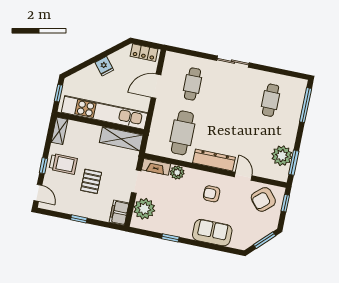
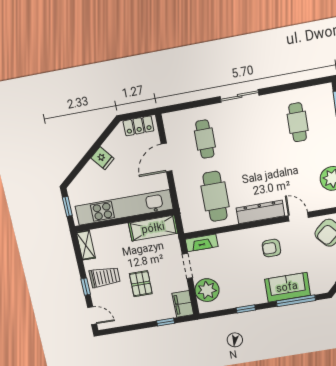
plant: (177, 172) -> (226, 240), removed
window: (79, 219) -> (166, 322), moved
window: (215, 247) -> (296, 301), added

